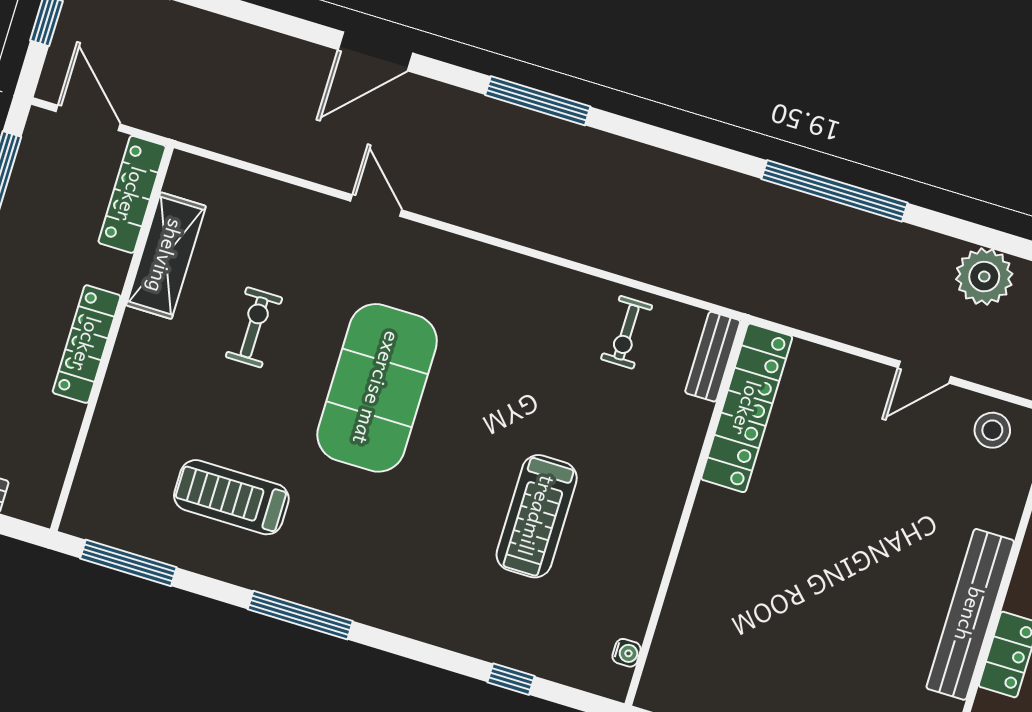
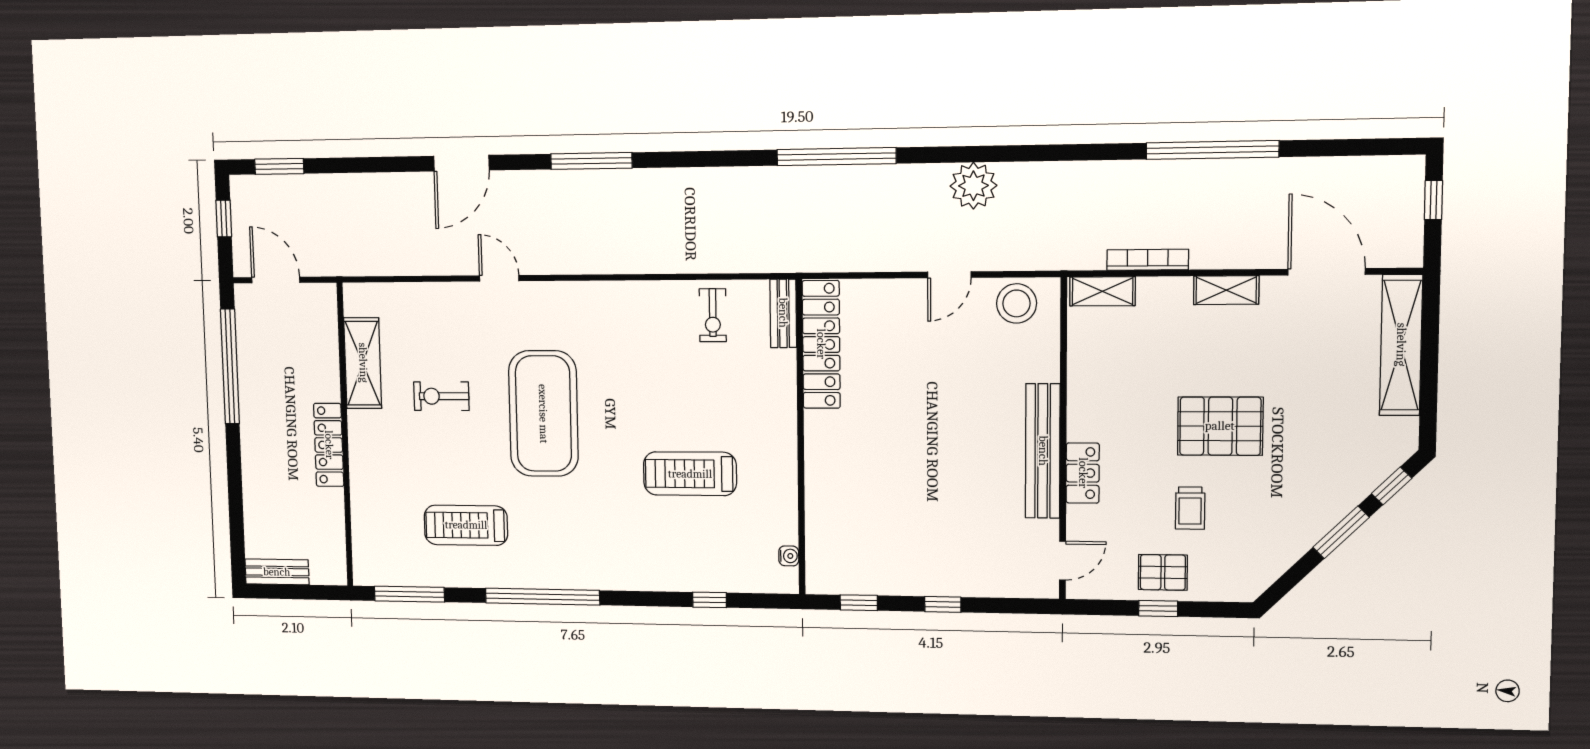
locker: (132, 194) -> (324, 326), removed
exercise bike: (254, 327) -> (441, 396), turned -90
stool: (992, 430) -> (1017, 303), width x1.38, depth x1.38
treadmill: (537, 516) -> (690, 474), turned 90
window: (300, 615) -> (542, 597), width x1.46

